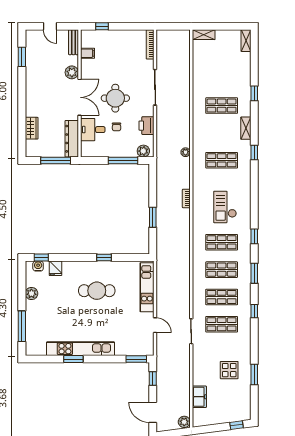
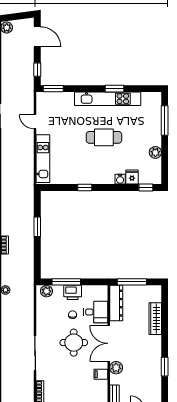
filing cabinet: (88, 53) -> (101, 374), moved
window: (22, 57) -> (165, 367), moved
printer: (146, 126) -> (73, 292), moved, turned 90
wardrobe: (32, 128) -> (155, 319), width x1.50
water cooler: (38, 266) -> (120, 179), moved
cafe table: (97, 291) -> (104, 137), moved

